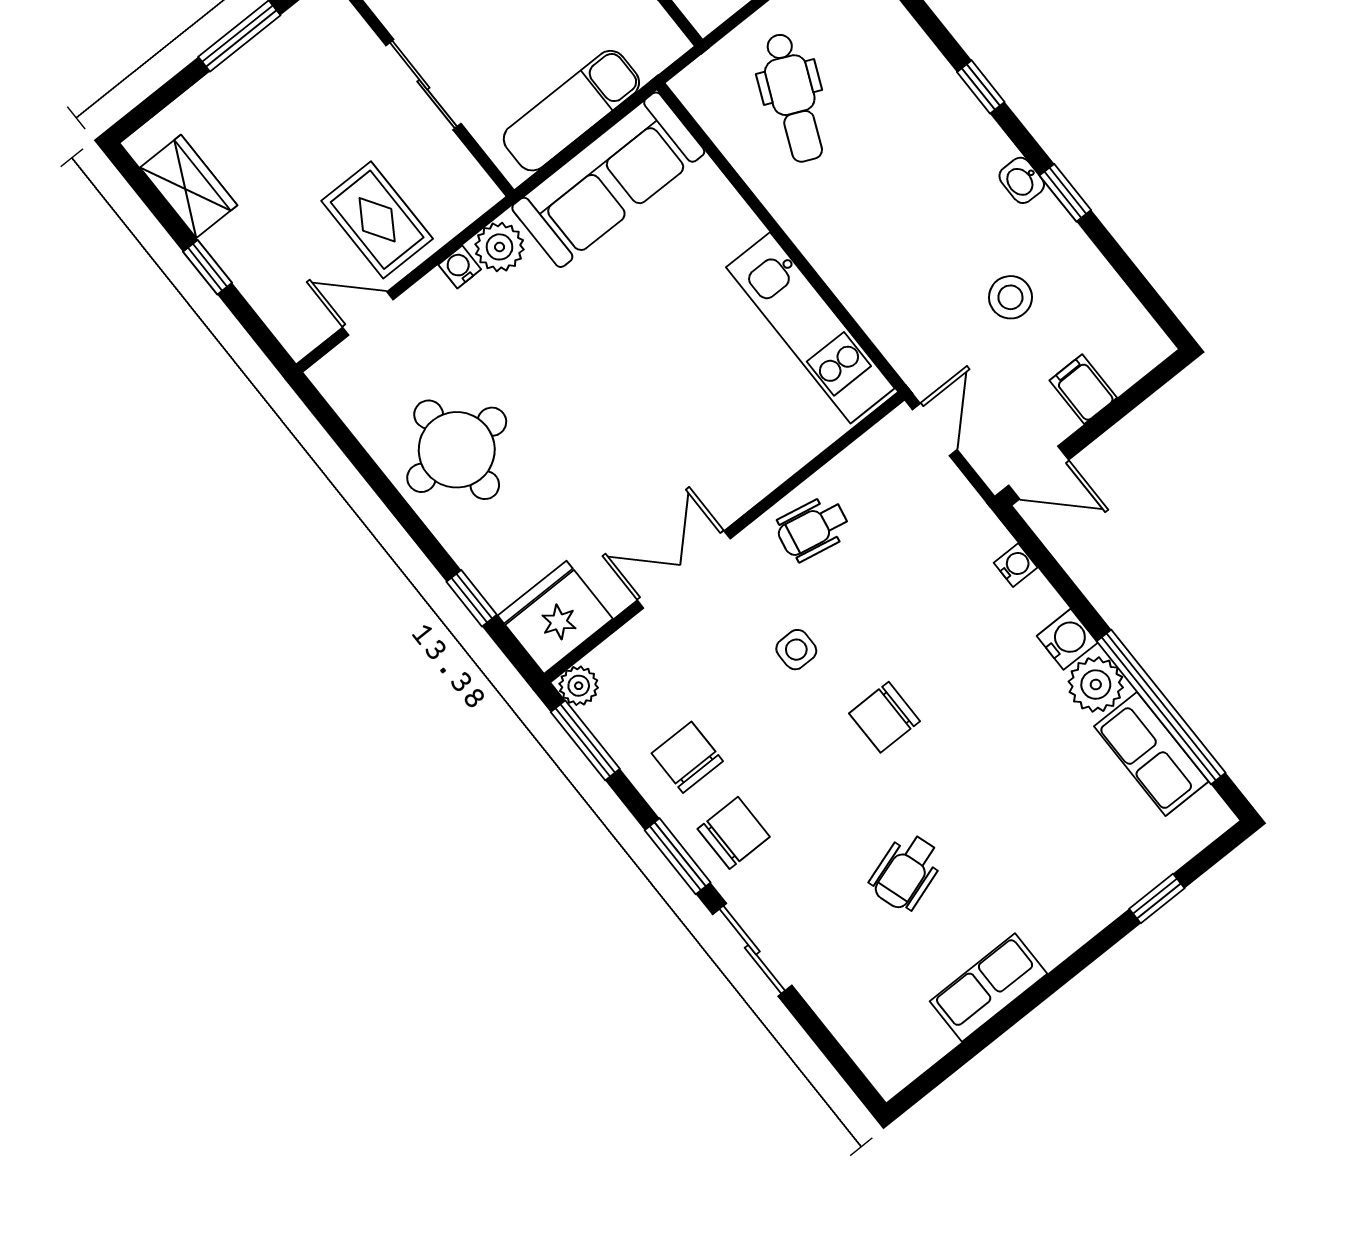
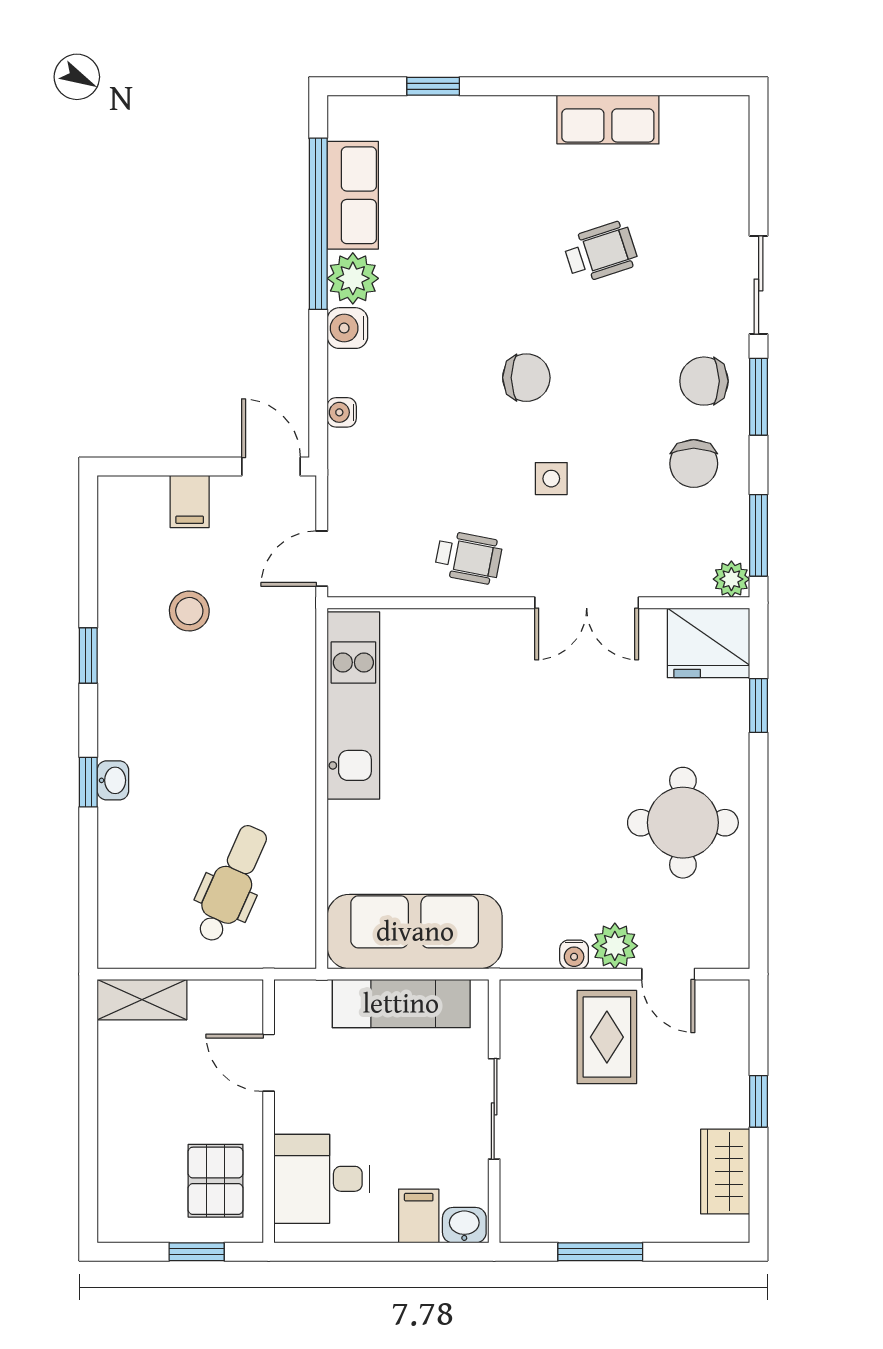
washbasin: (1022, 180) -> (113, 780), moved
plant: (500, 247) -> (615, 946), moved

